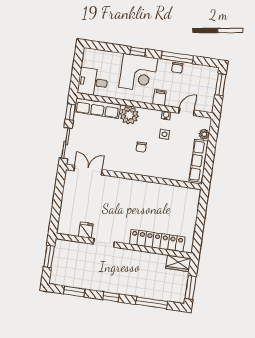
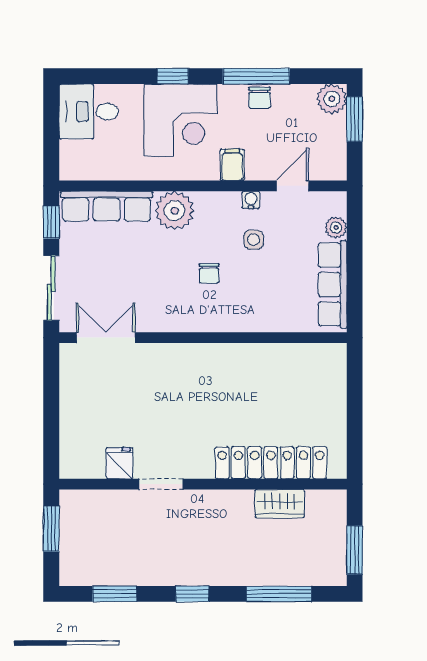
plant: (211, 73) -> (332, 99), added
desk: (93, 82) -> (89, 112), moved
wardrobe: (178, 263) -> (280, 504), moved

